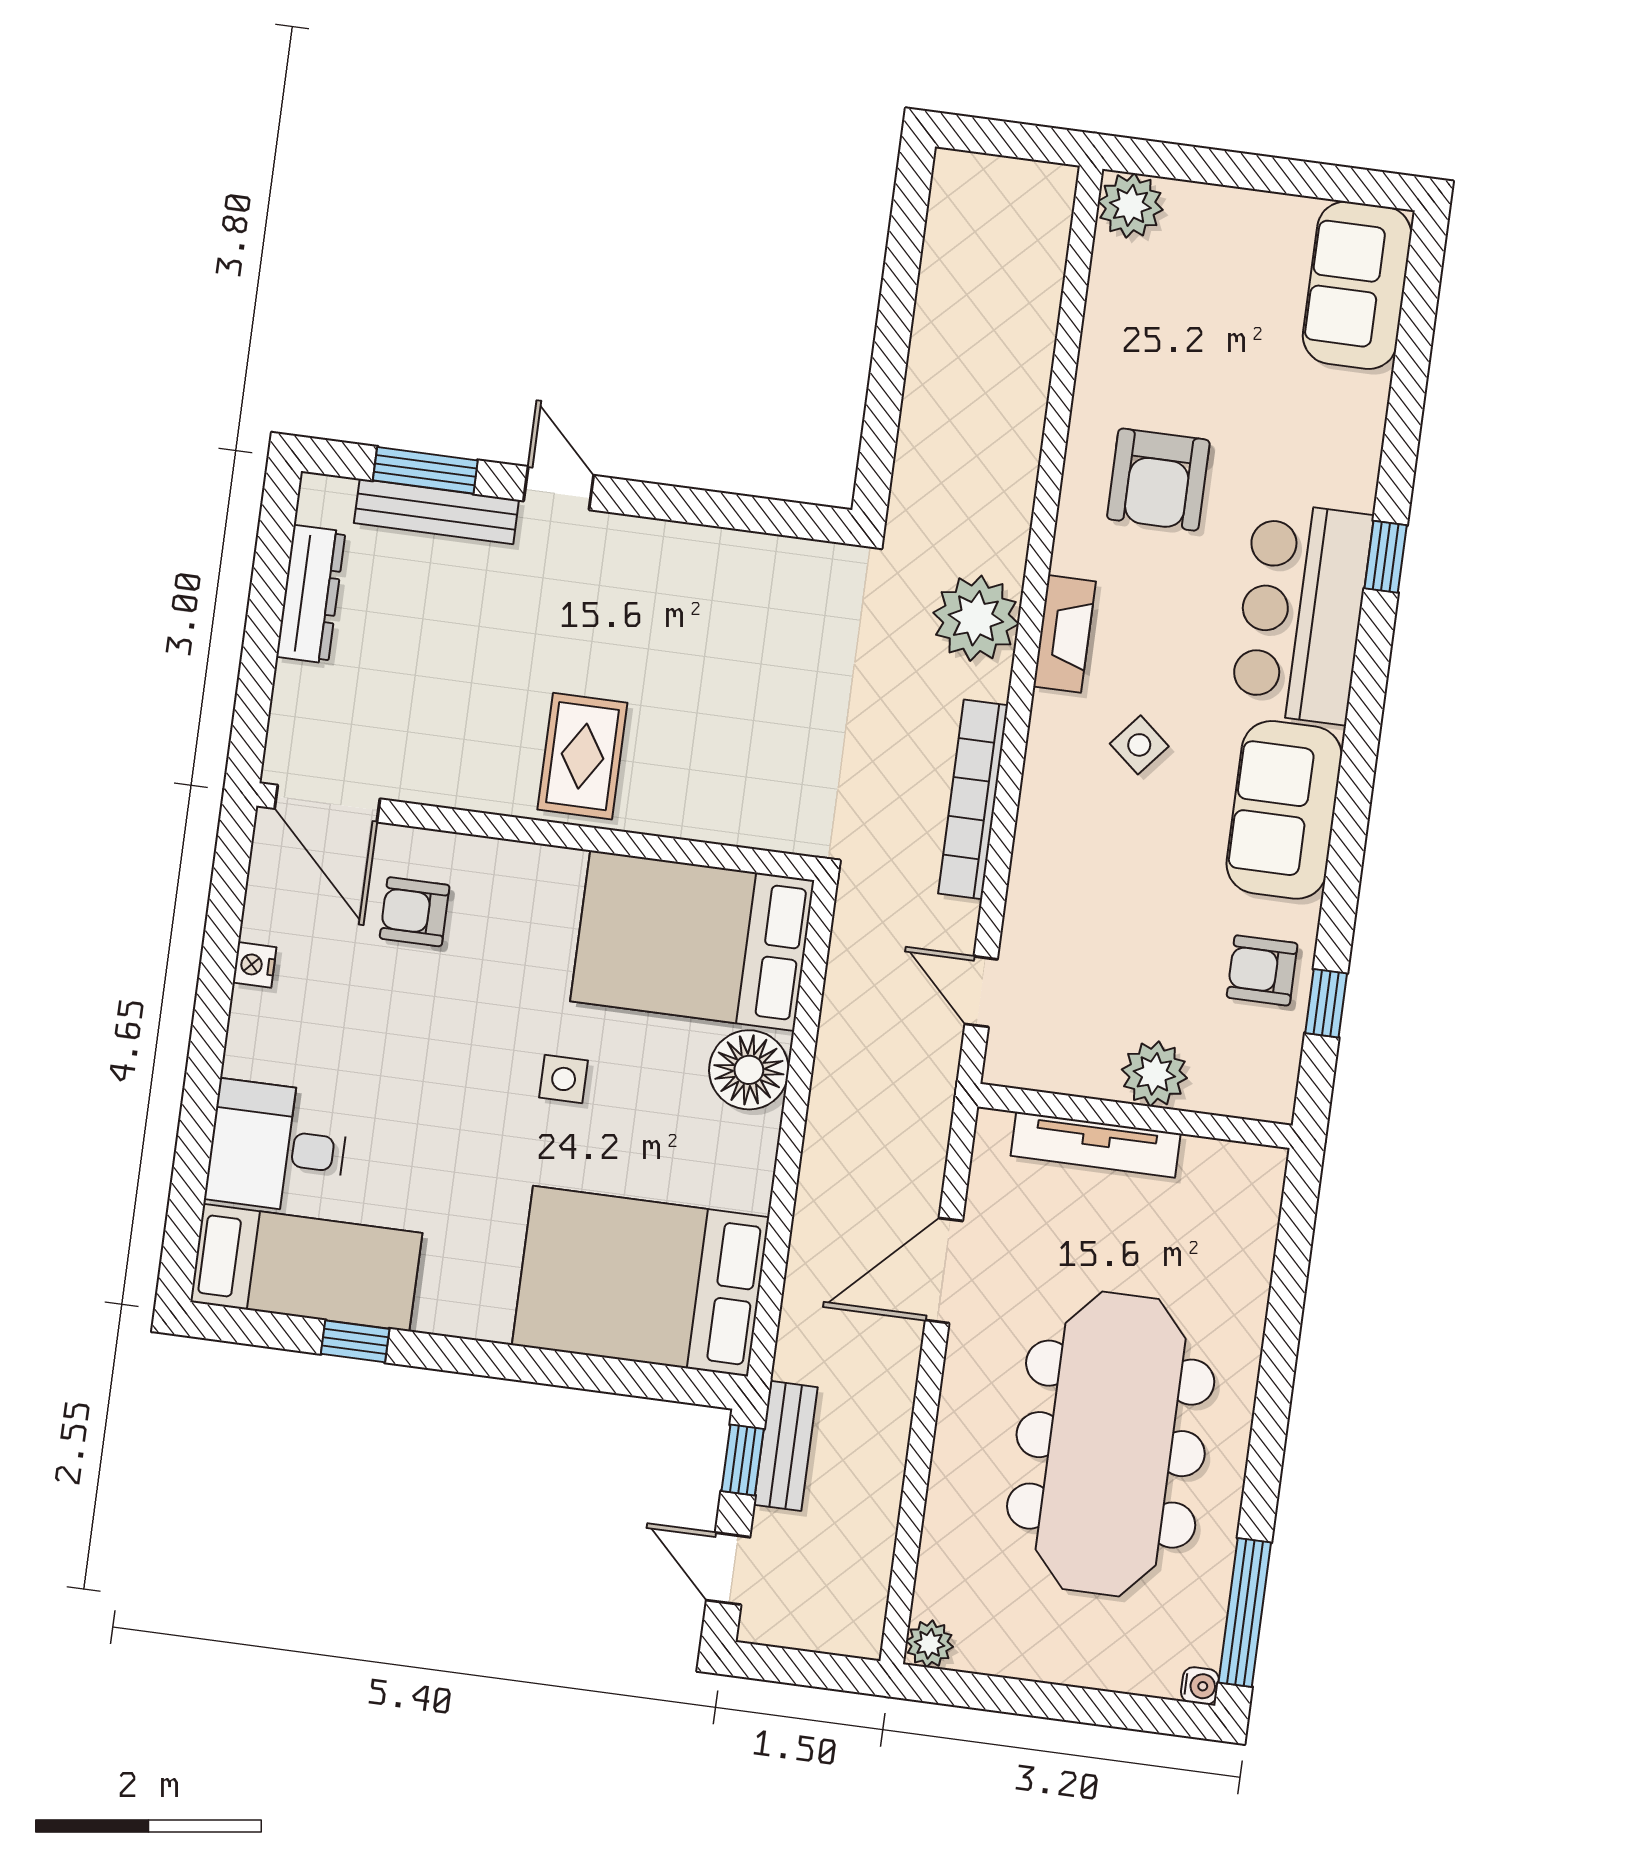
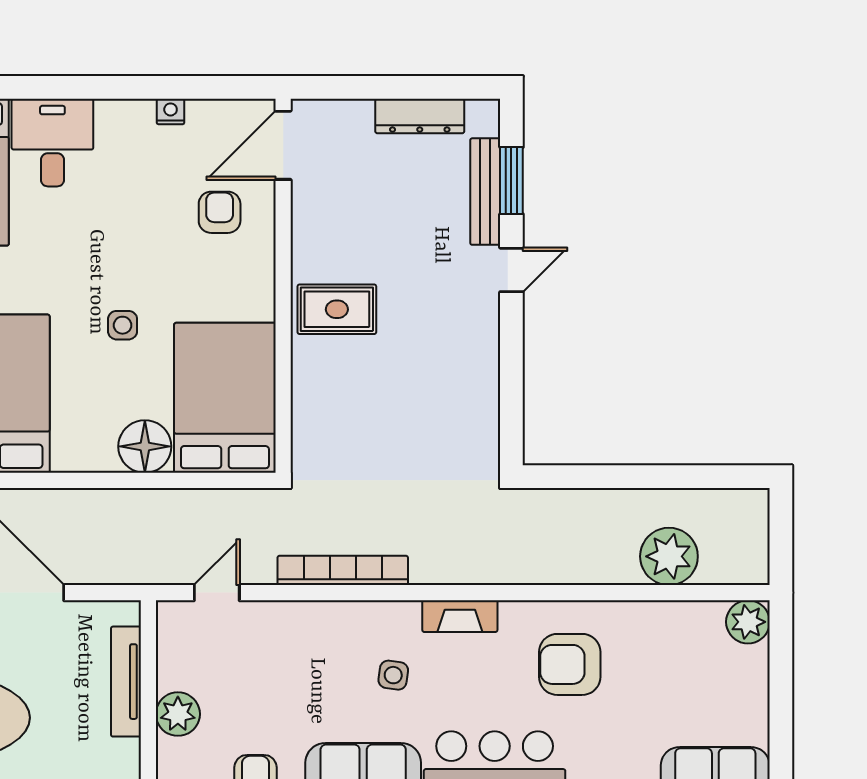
plant: (976, 618) -> (669, 556), moved
side table: (1139, 745) -> (393, 675), turned -32

